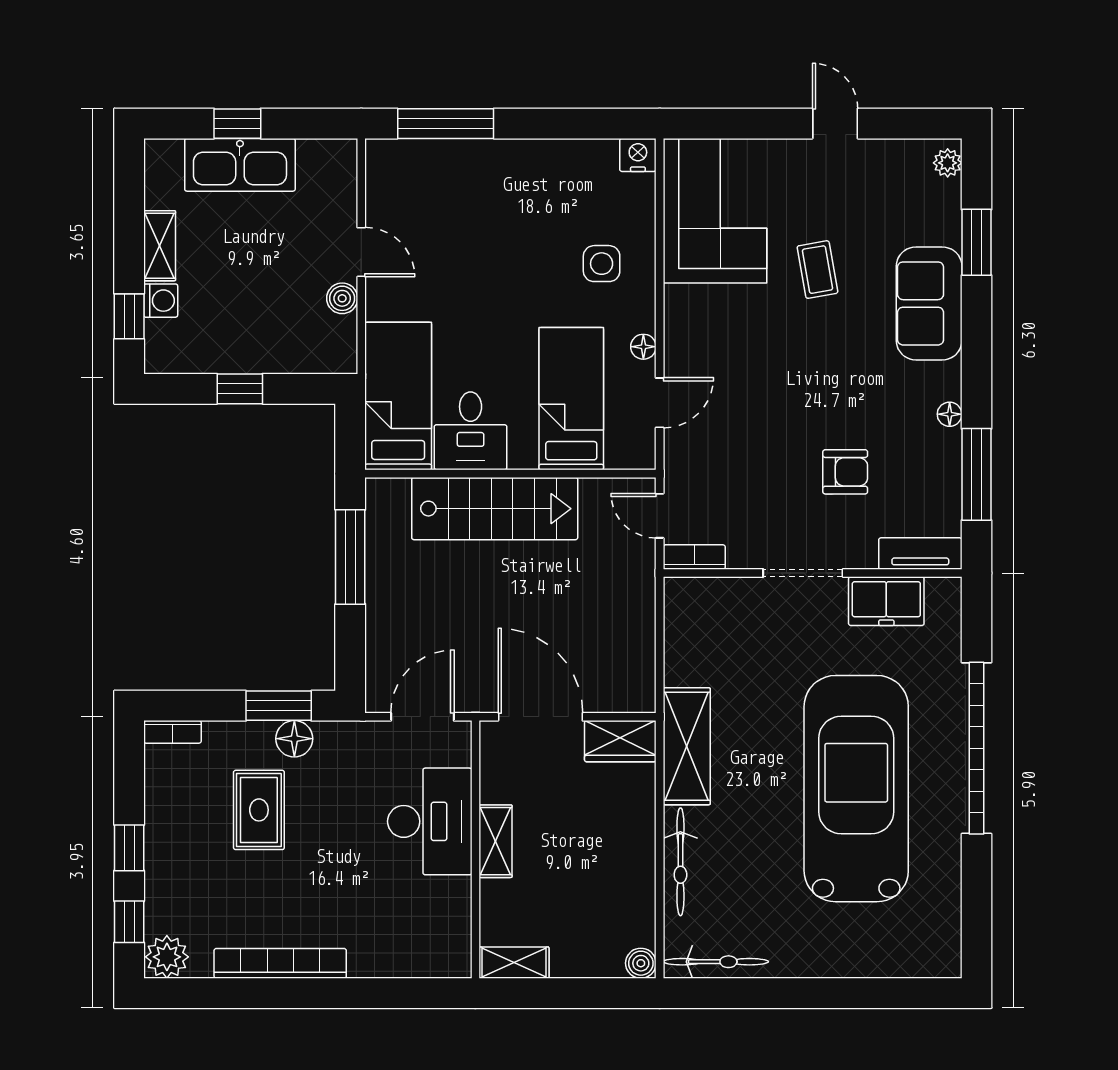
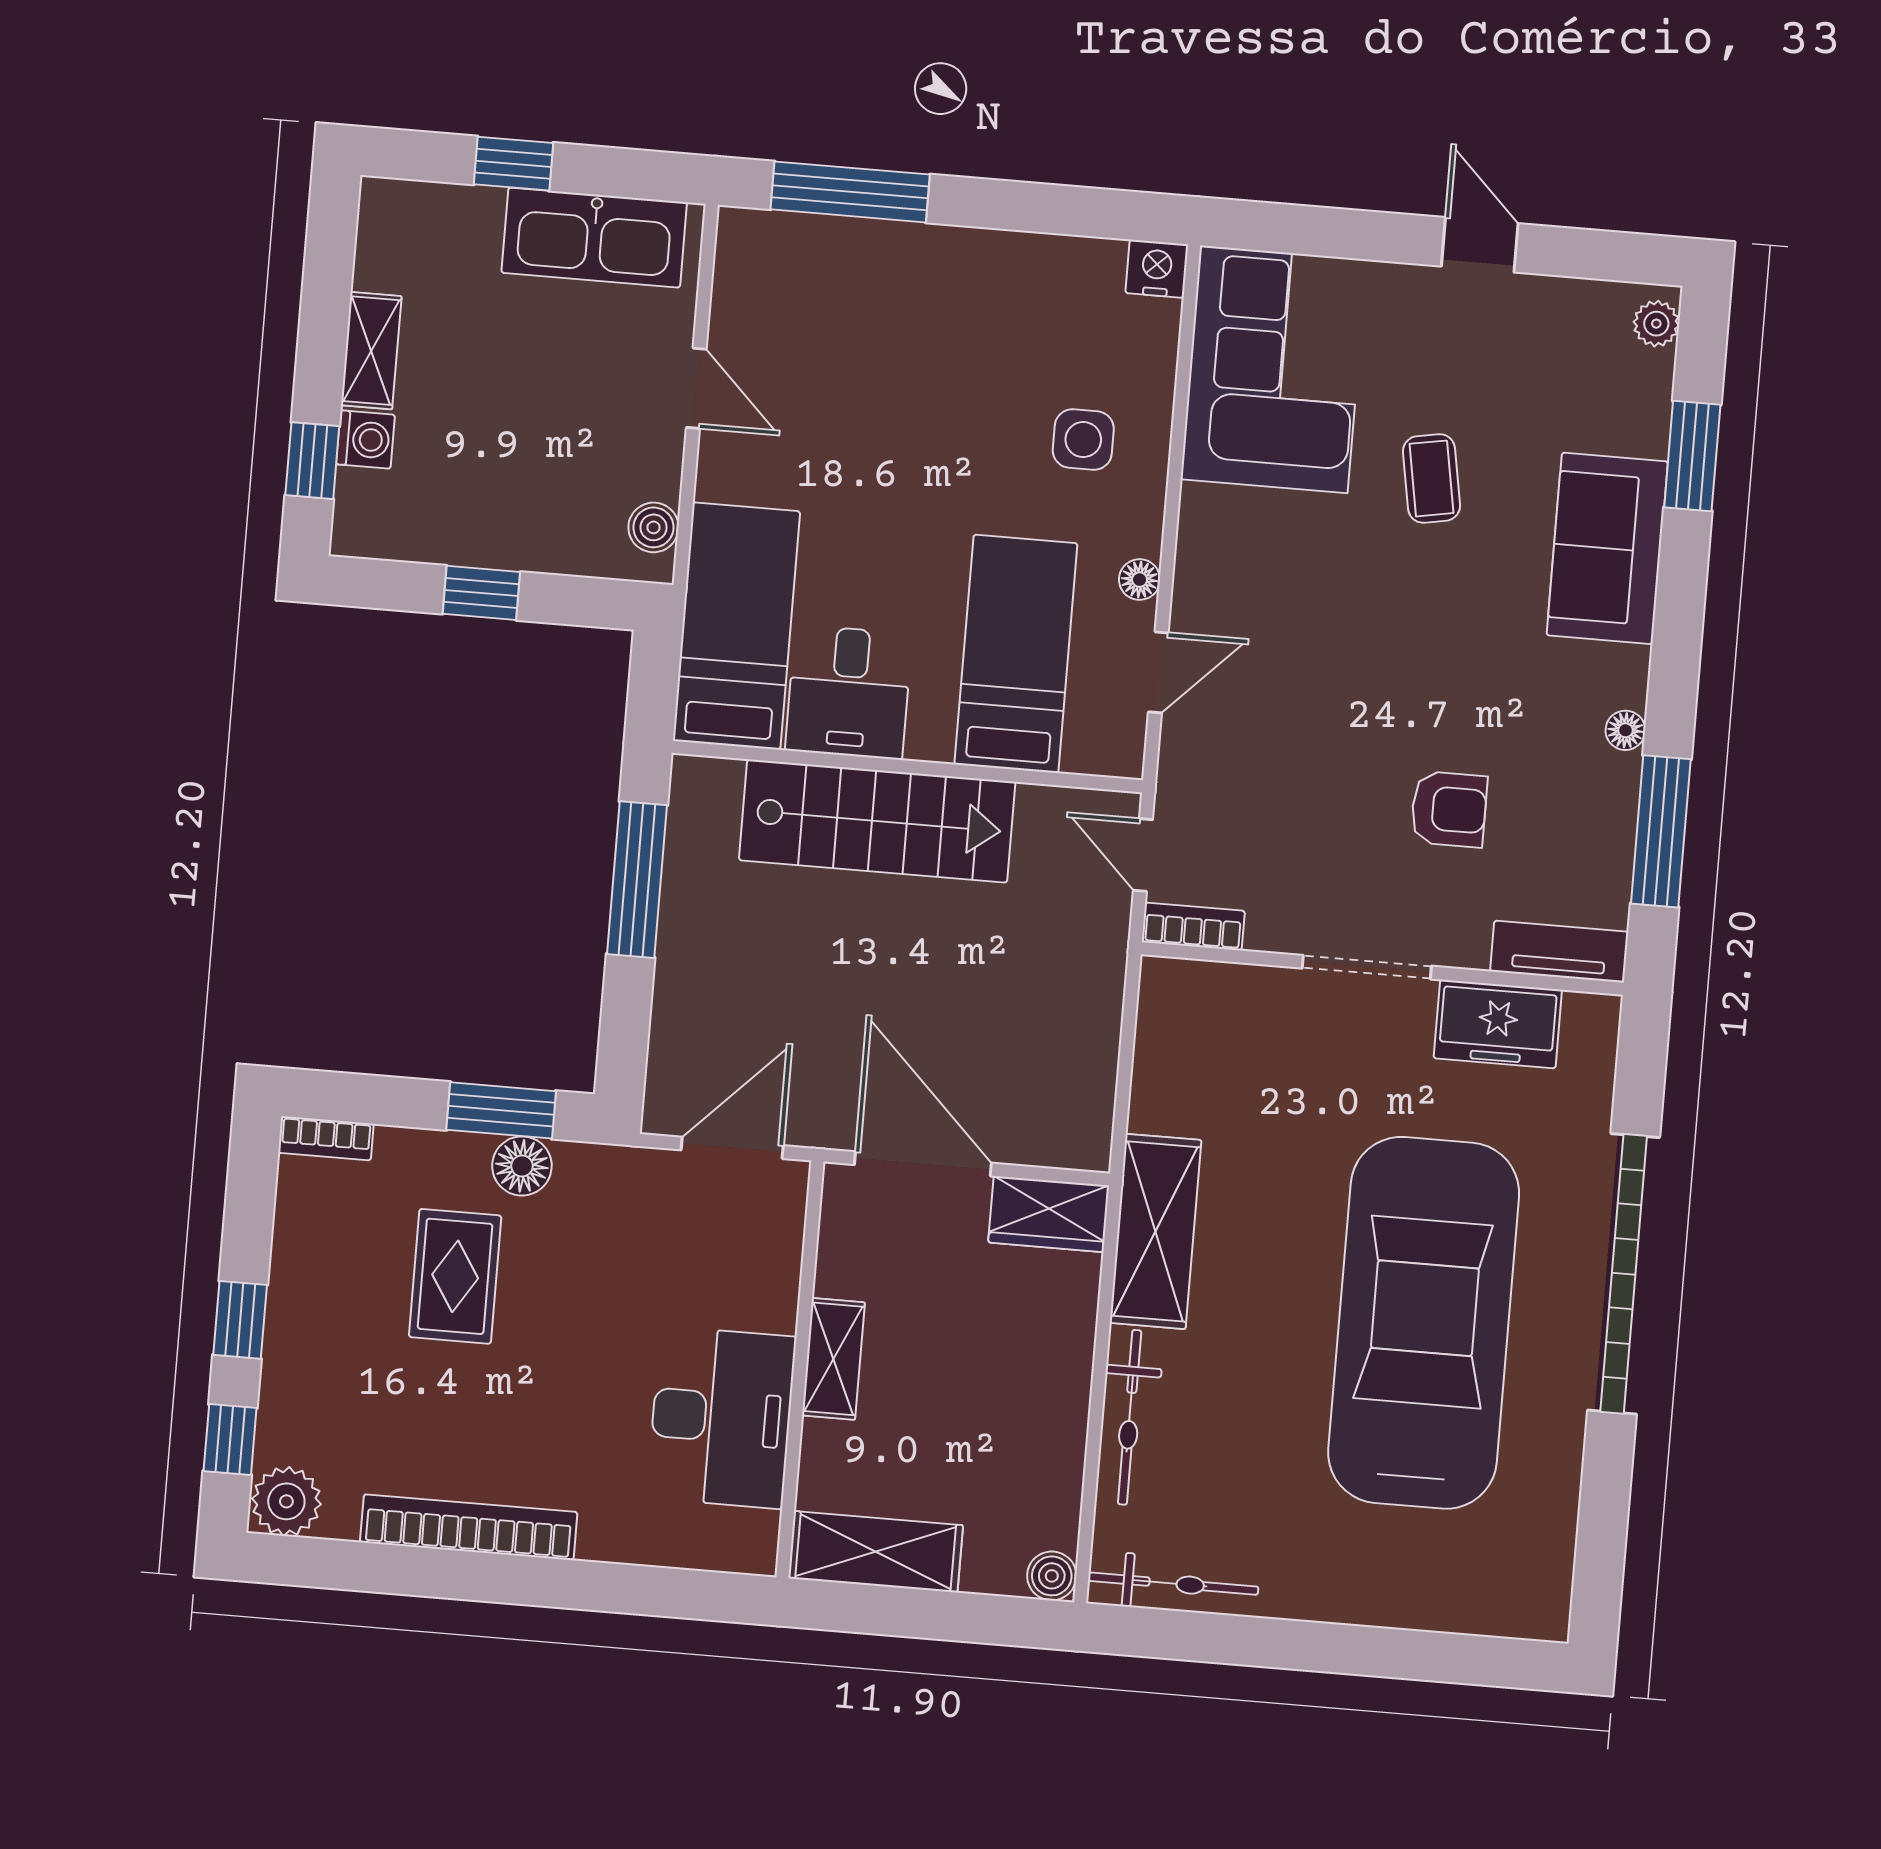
kitchen sink: (240, 165) -> (594, 238), moved
boiler: (342, 298) -> (653, 527), moved
desk: (430, 821) -> (721, 1417), moved
shelving: (514, 963) -> (876, 1552), width x1.50, depth x1.33

